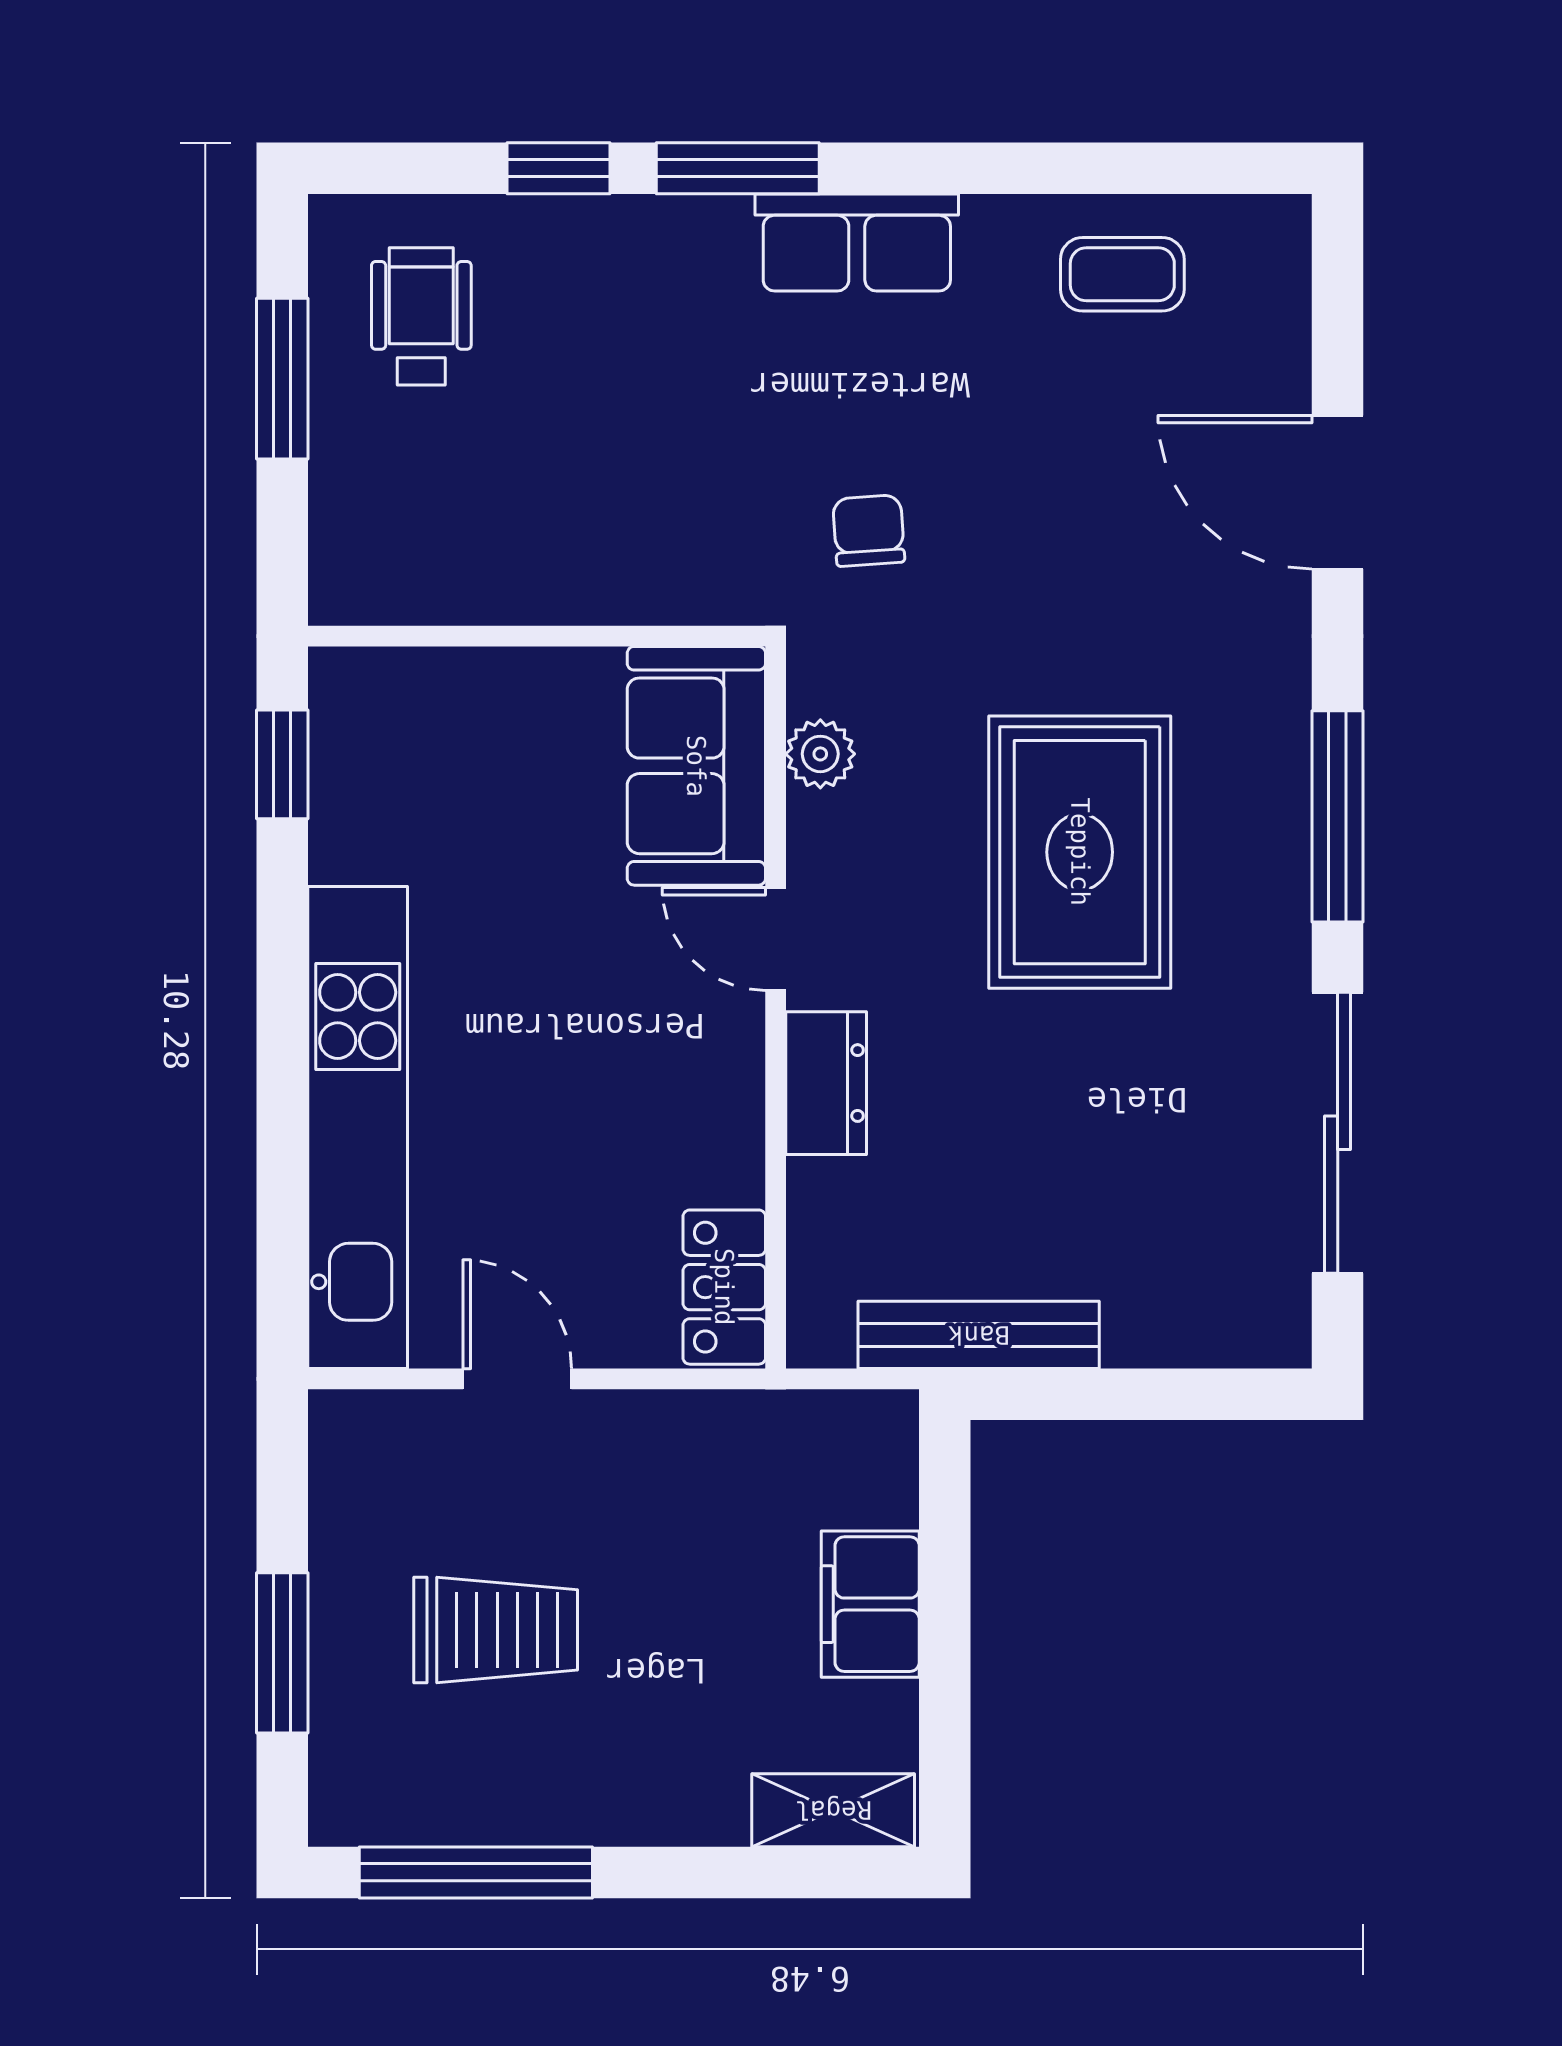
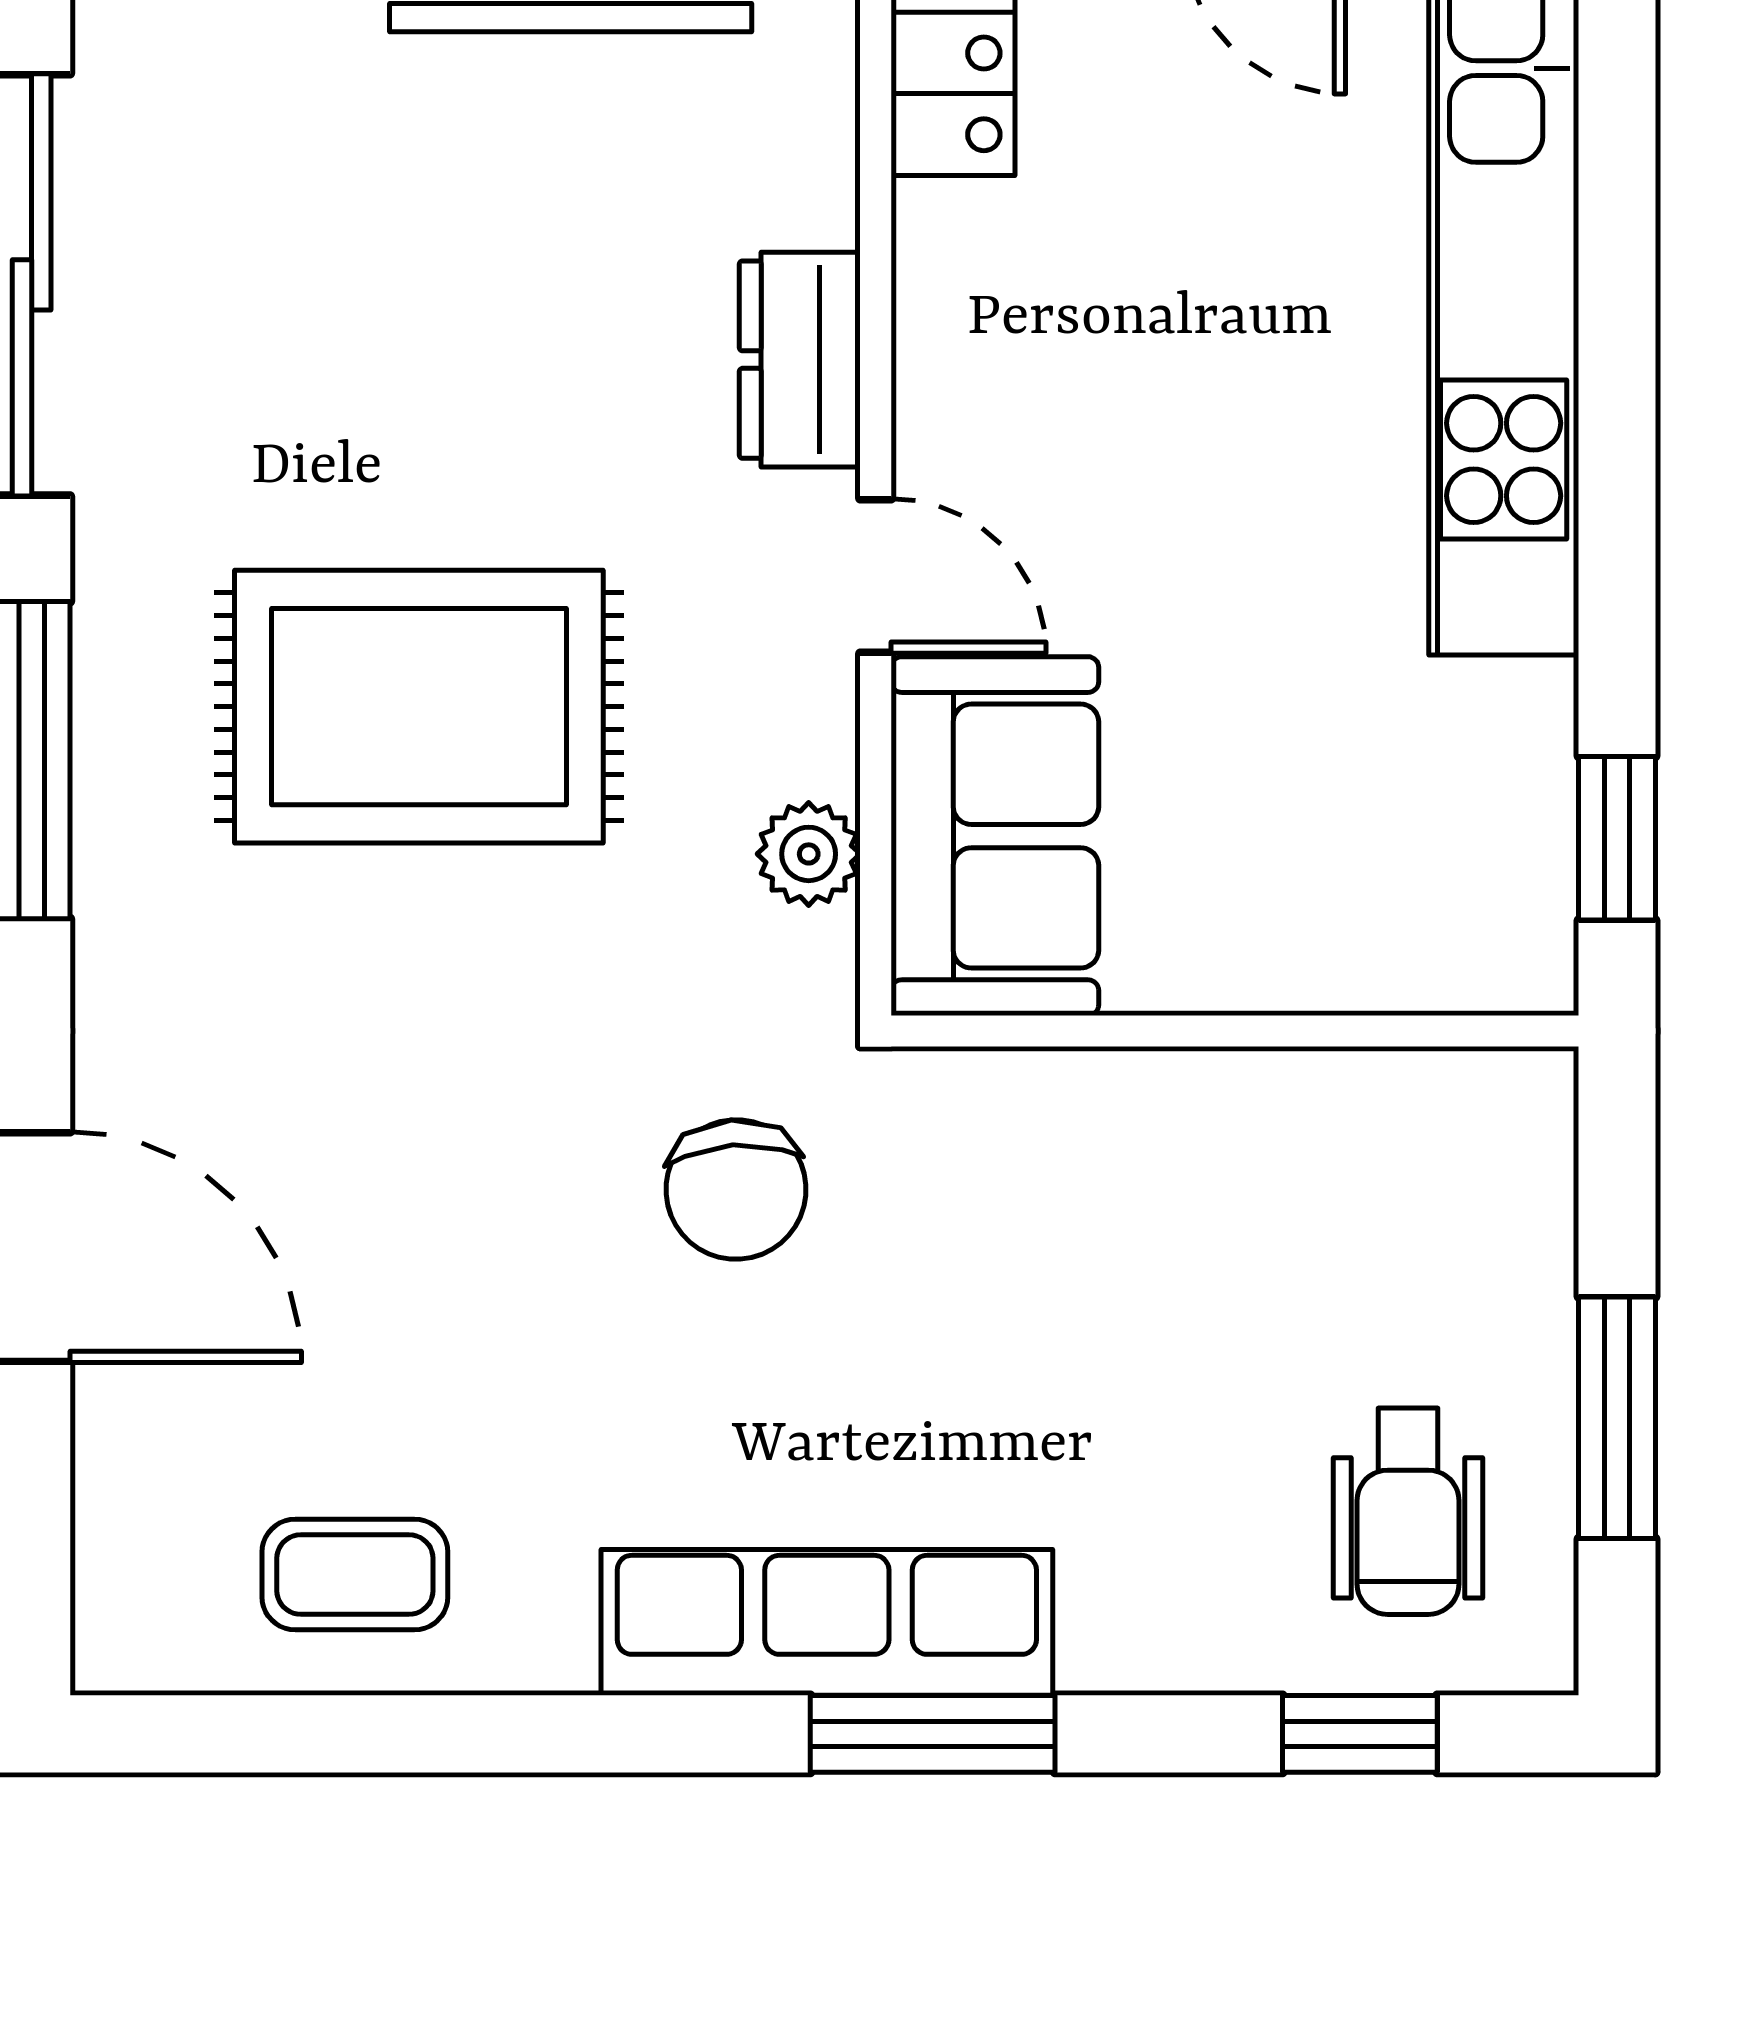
window: (558, 168) -> (1360, 1734), moved
row of seats: (857, 242) -> (827, 1622), width x1.48
chair: (869, 531) -> (736, 1190), width x1.37, depth x1.37
rug: (1080, 852) -> (419, 707), turned 90

